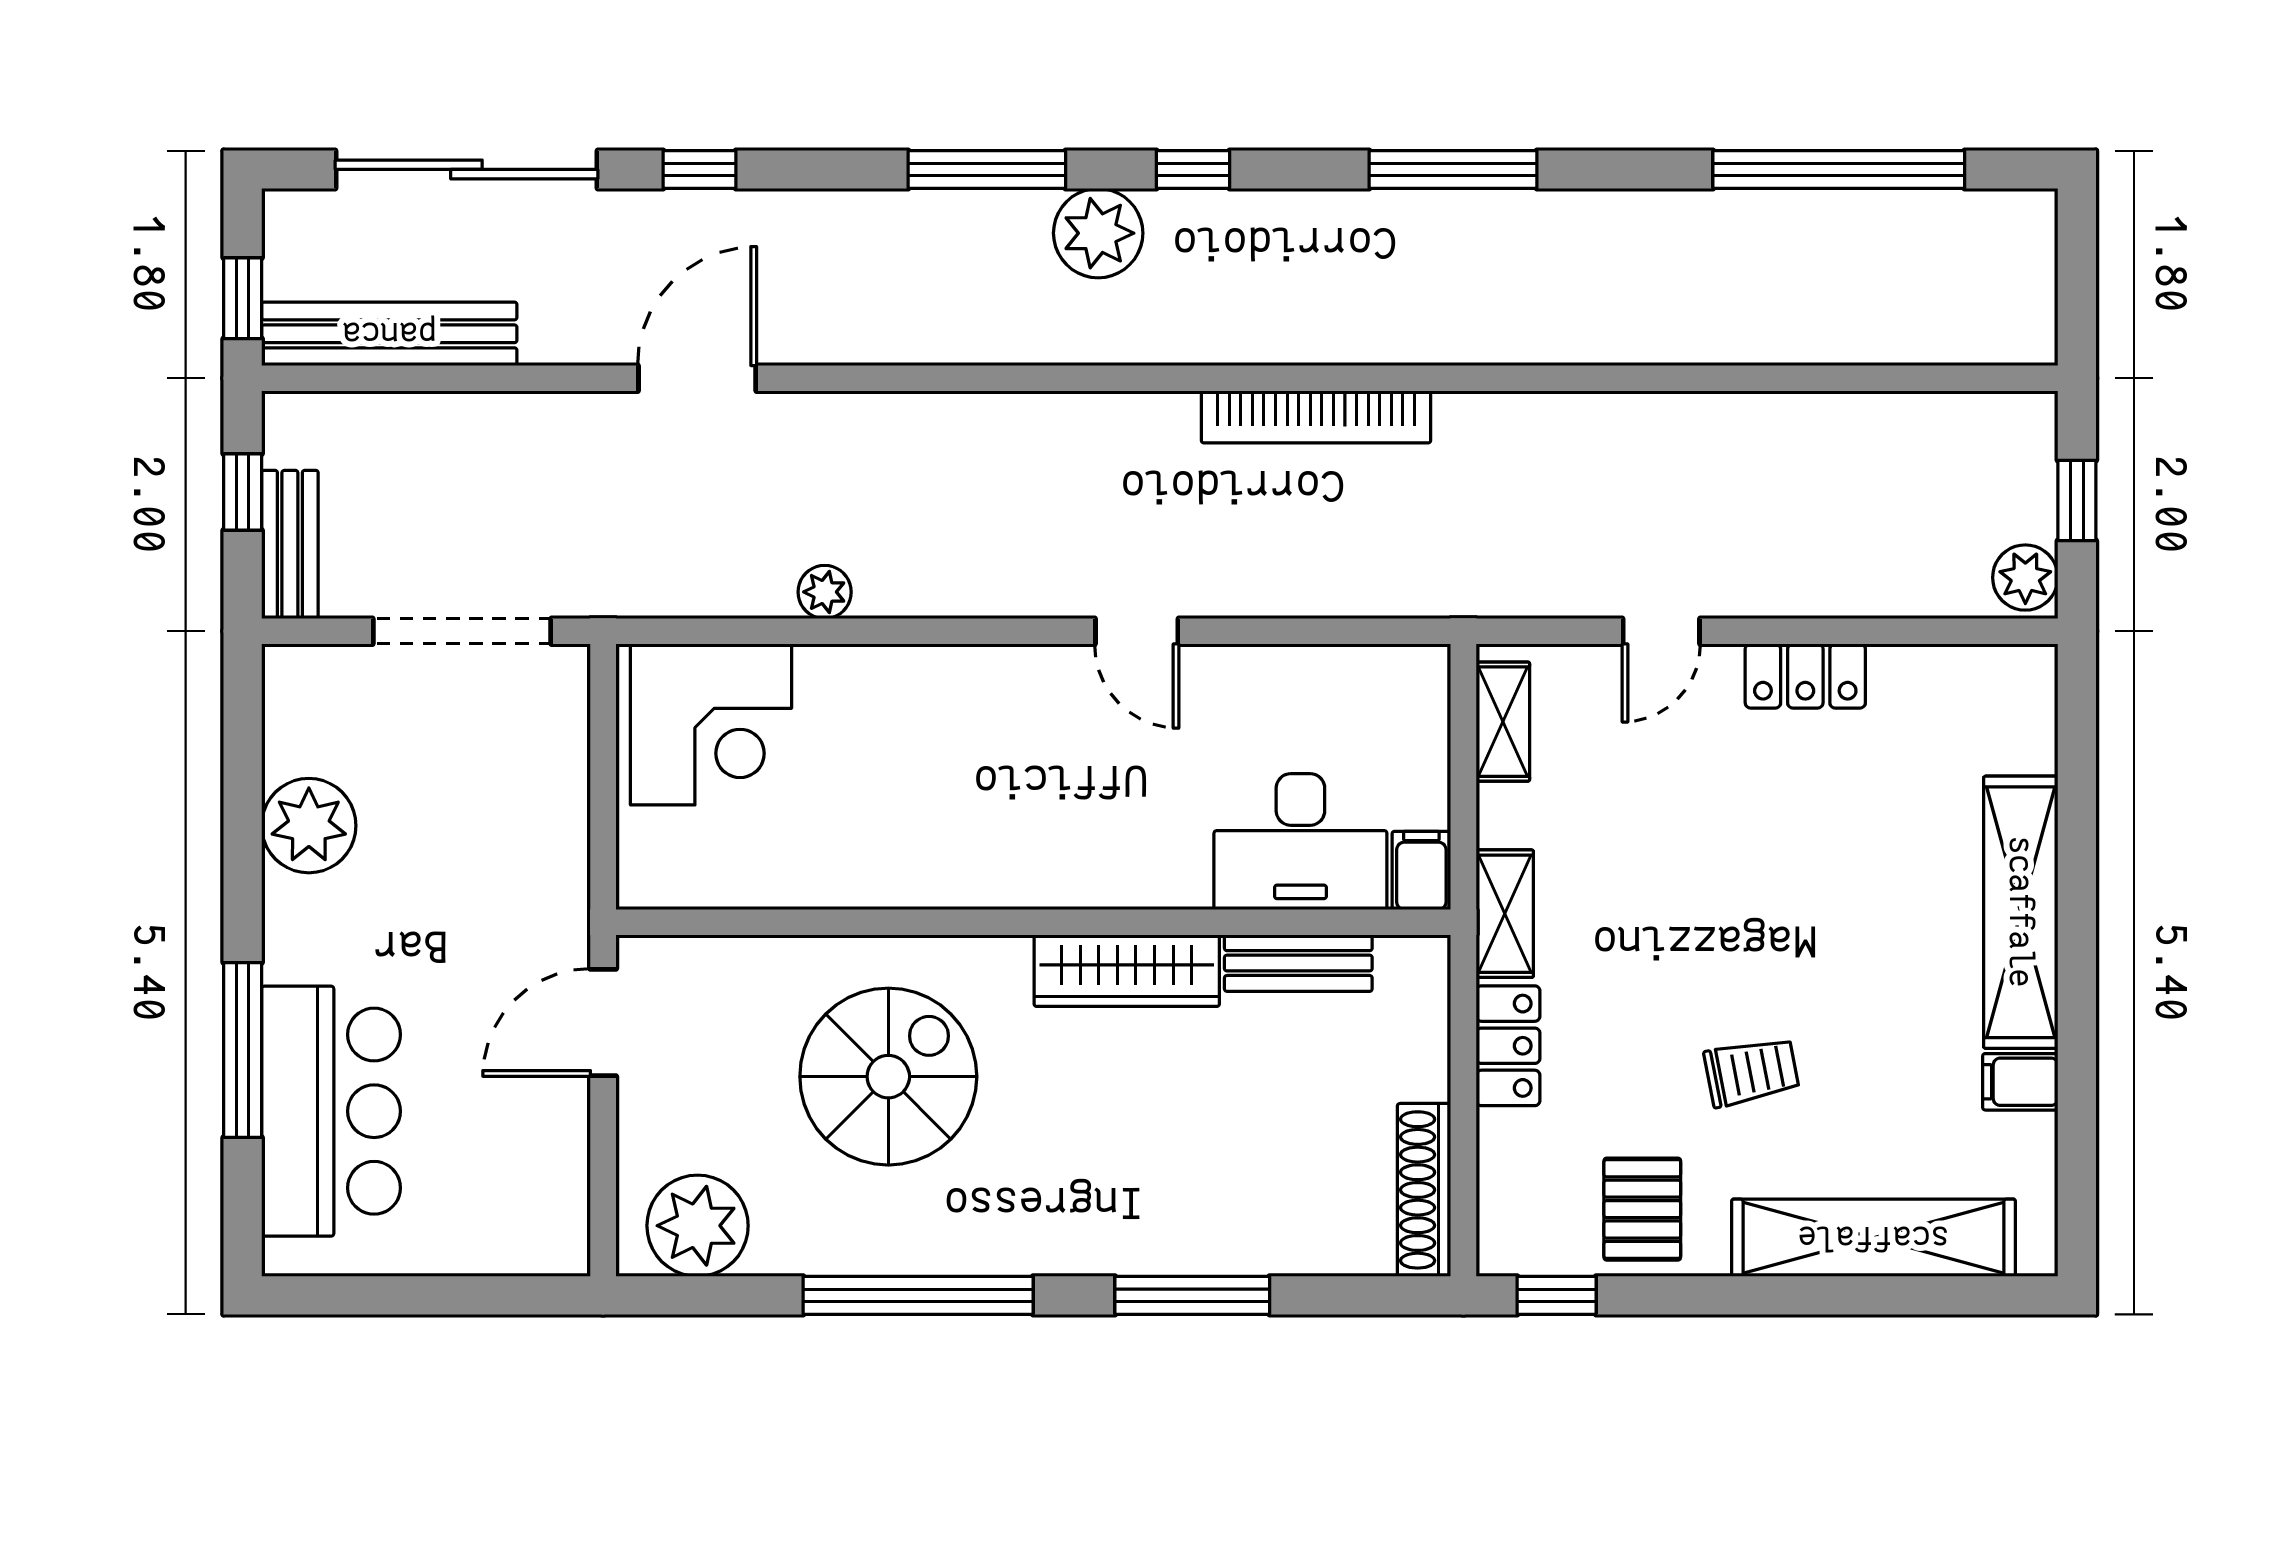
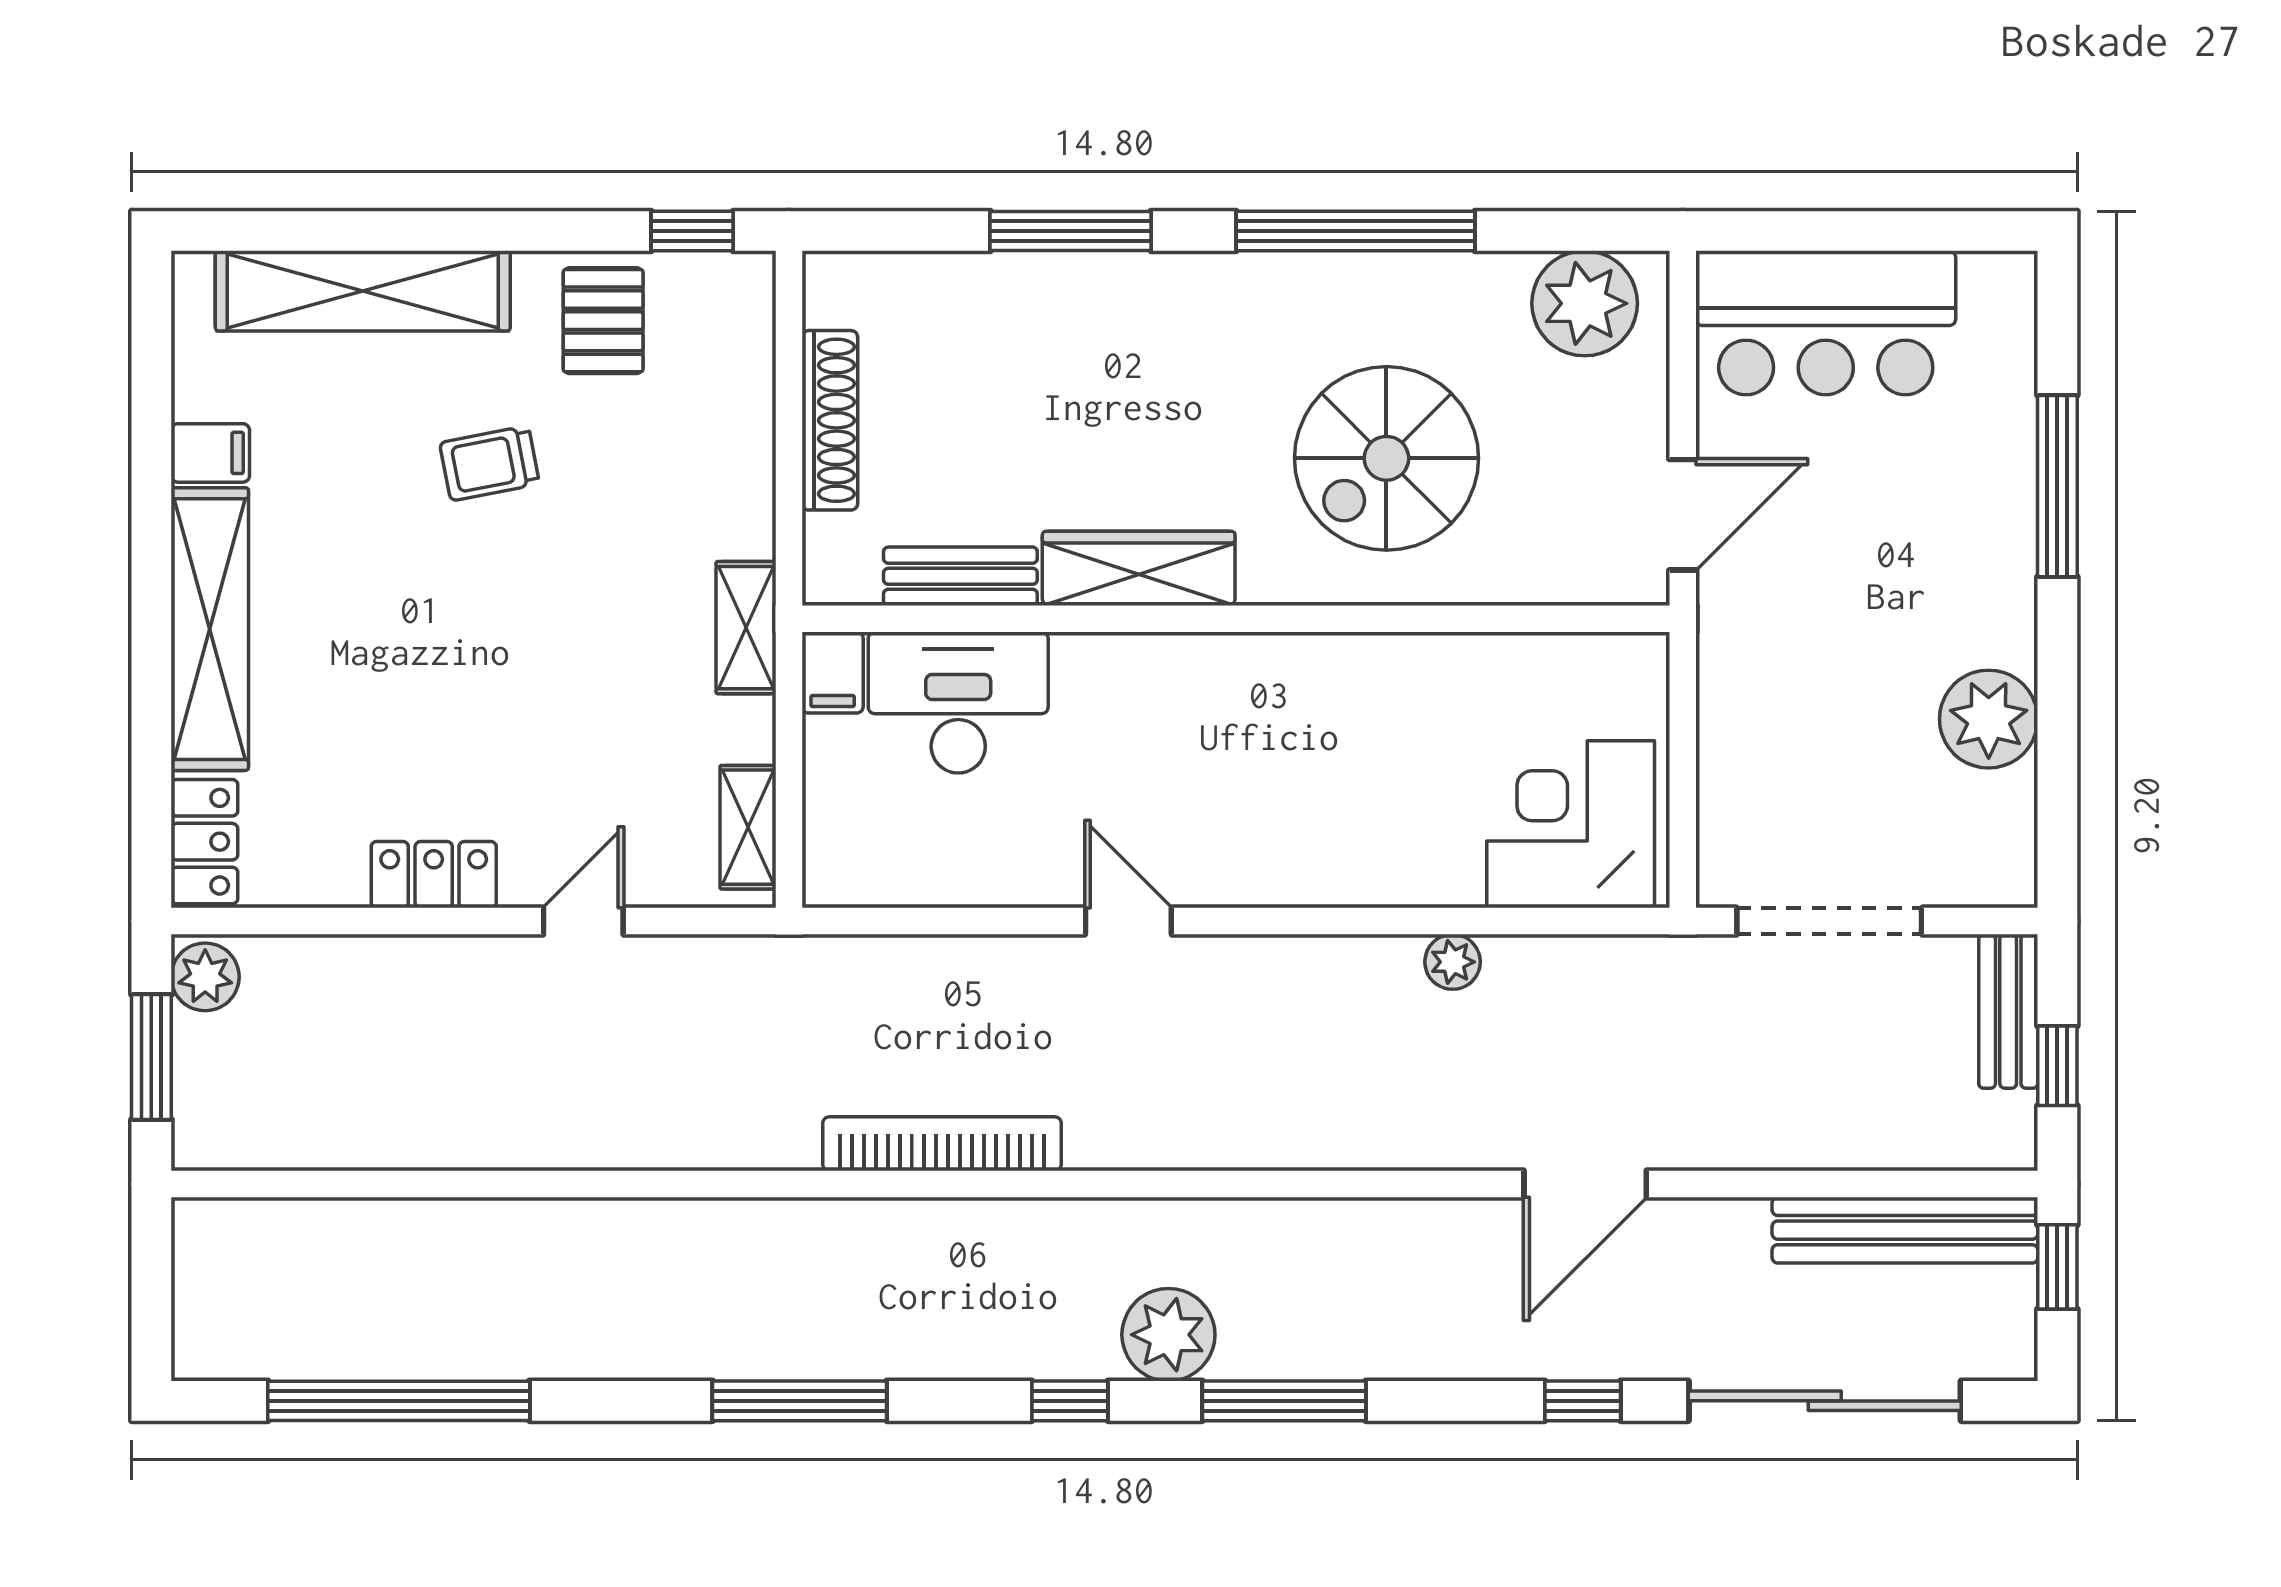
window: (2077, 500) -> (151, 1057), width x1.50
locker: (1508, 1046) -> (204, 842), moved, turned 180
bar counter: (331, 1111) -> (1826, 323), moved, turned -90
shoe rack: (1424, 1190) -> (830, 420), moved

